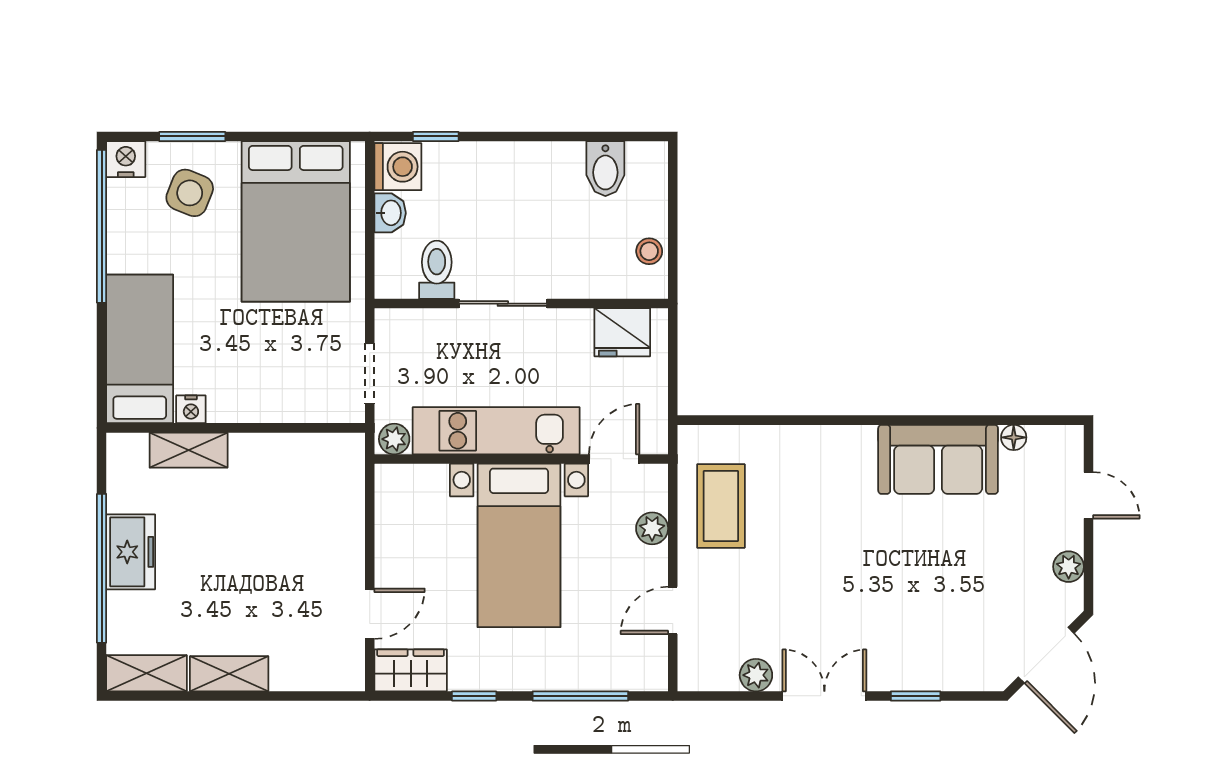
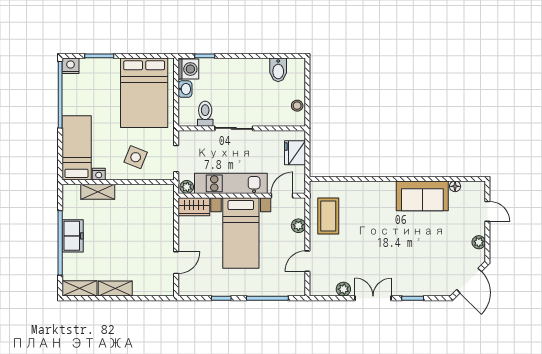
side table: (190, 193) -> (136, 157), moved
fridge: (622, 332) -> (295, 153), moved, turned 90
wardrobe: (411, 670) -> (194, 207), moved, turned 180

